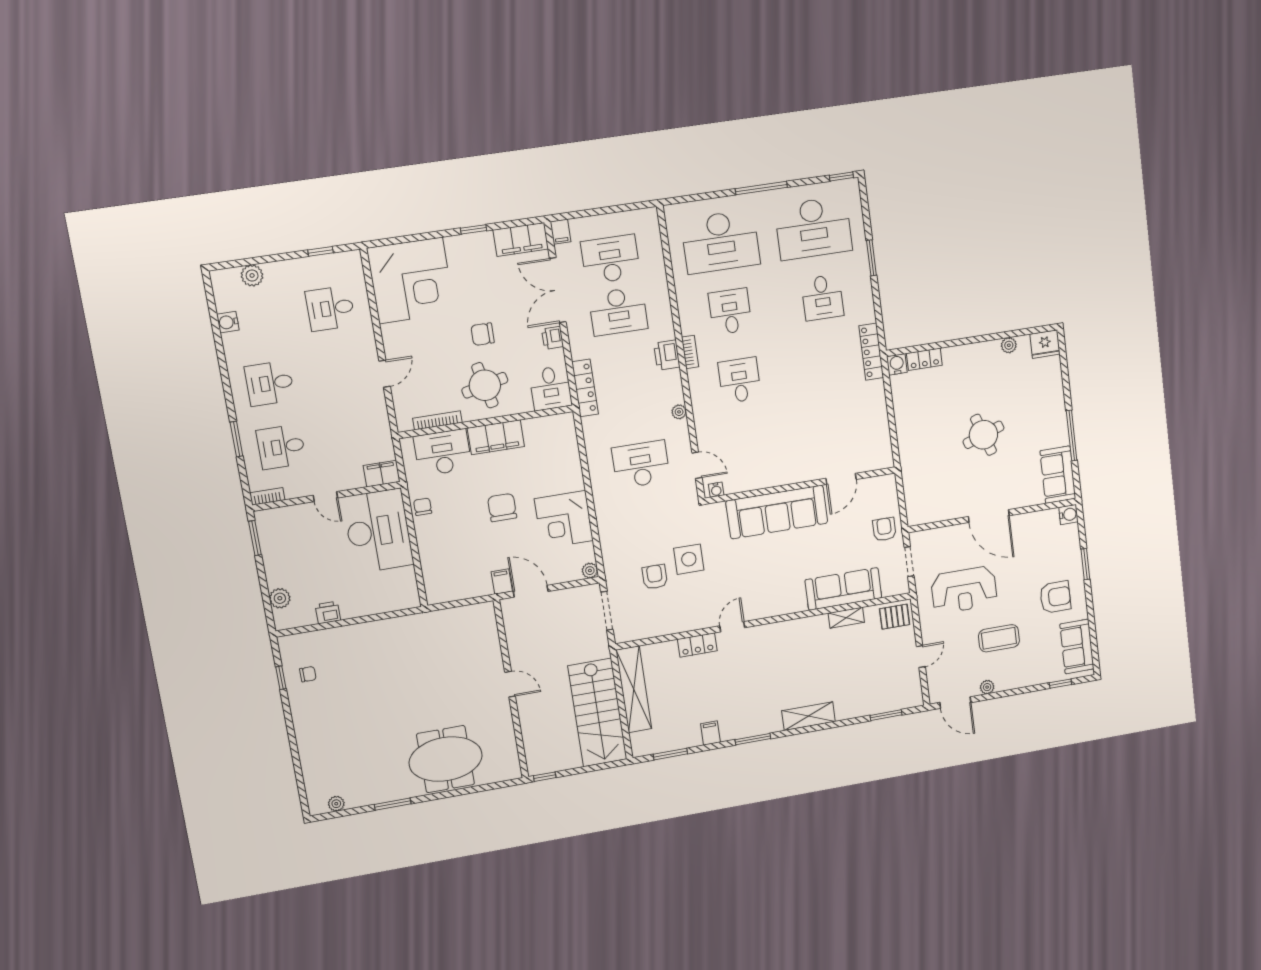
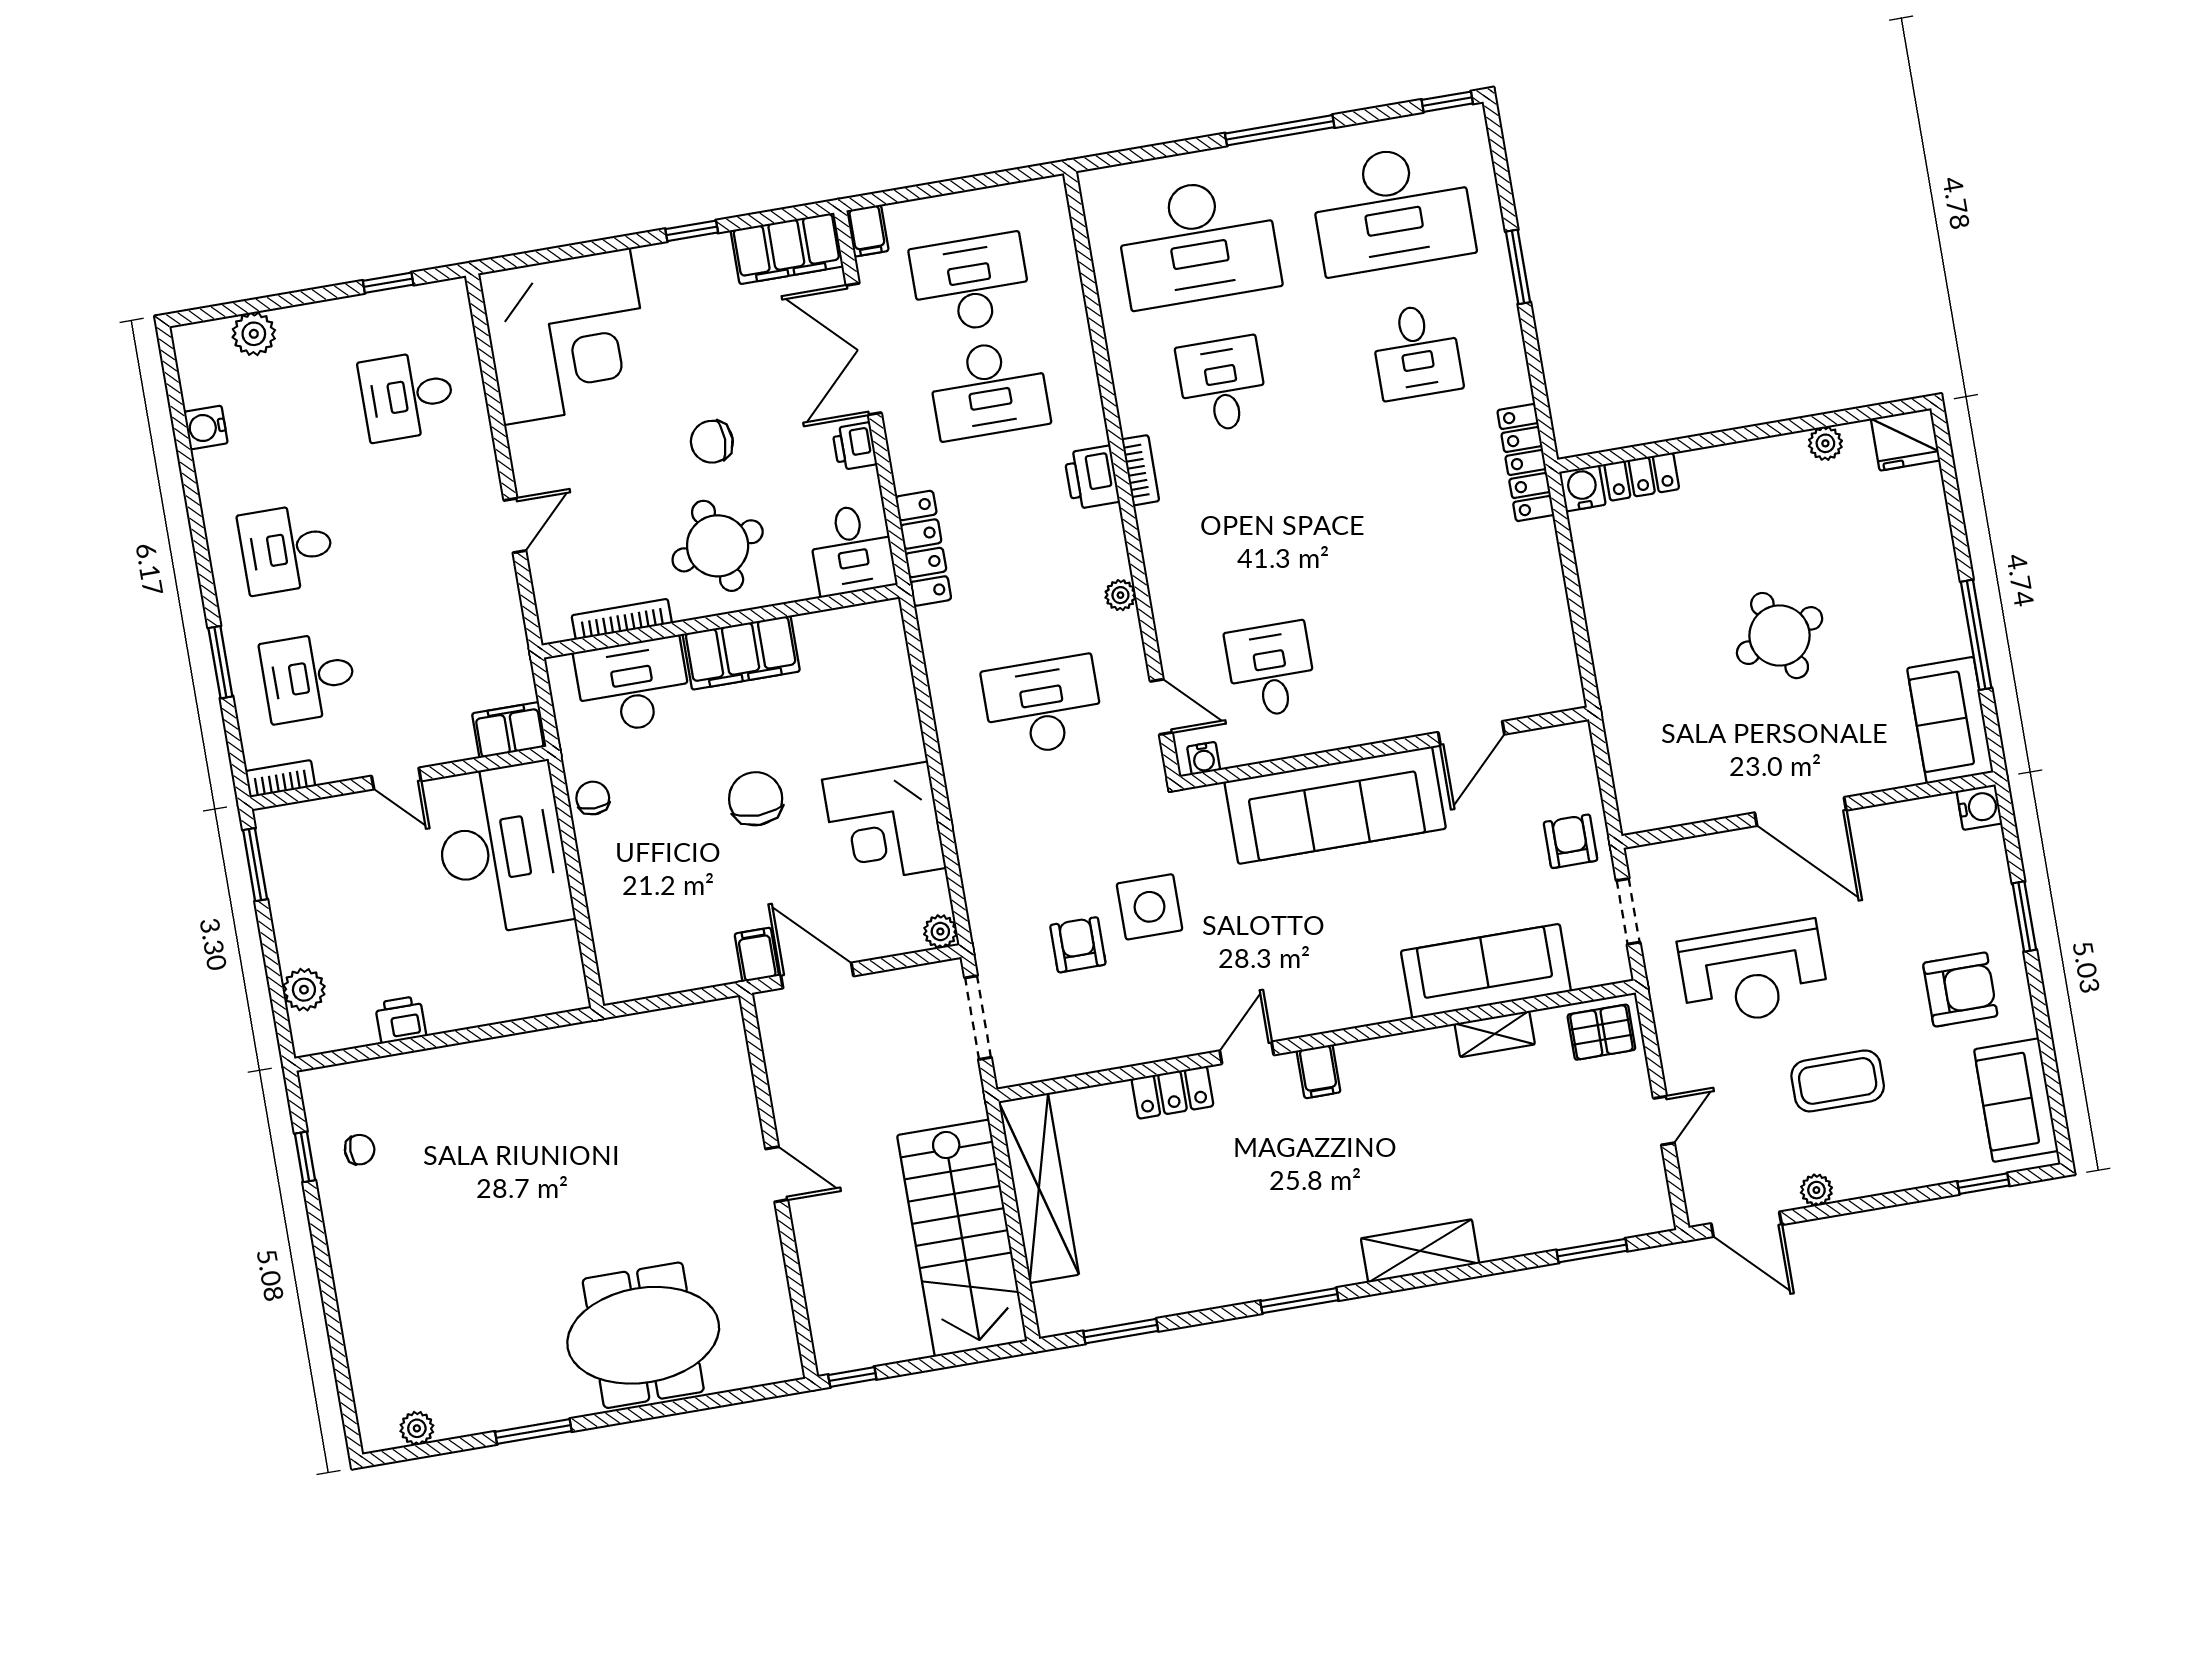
desk: (740, 380) -> (1271, 670), moved
filing cabinet: (710, 733) -> (1319, 1071), moved, turned 180

